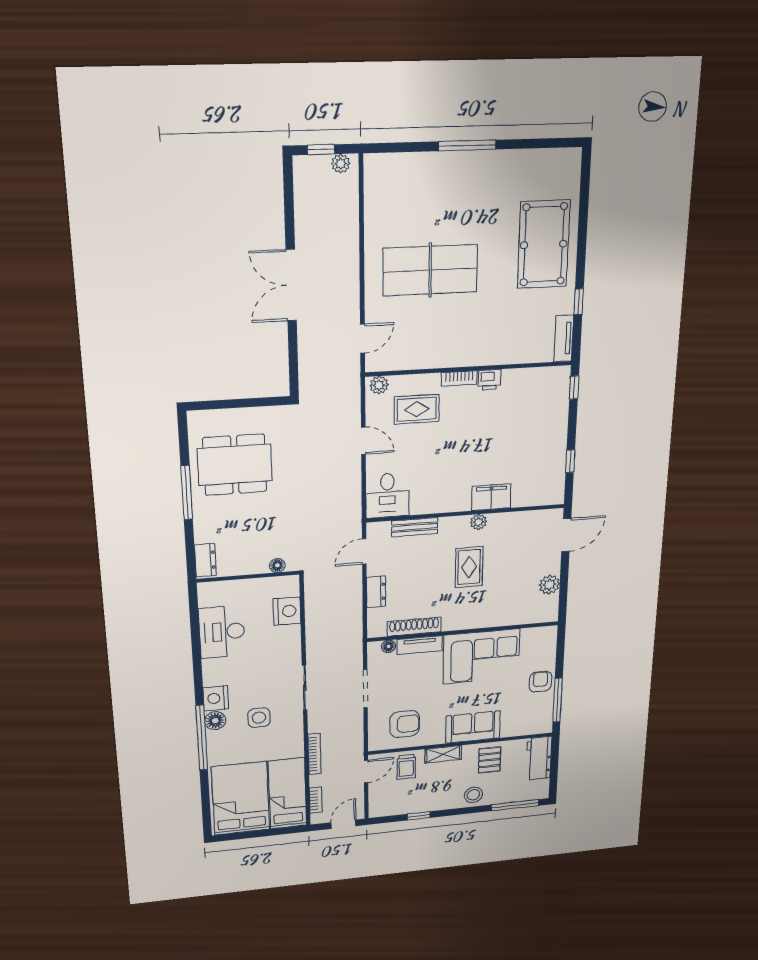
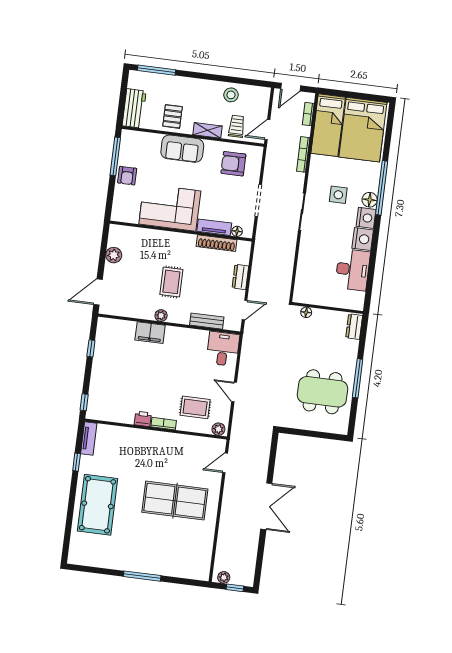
nightstand: (287, 611) -> (363, 239), moved, turned 180
stool: (473, 795) -> (231, 95), moved
window: (419, 816) -> (232, 80), removed

